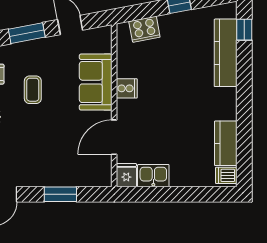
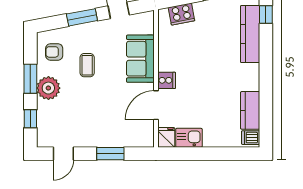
cooker: (127, 88) -> (167, 80), moved

